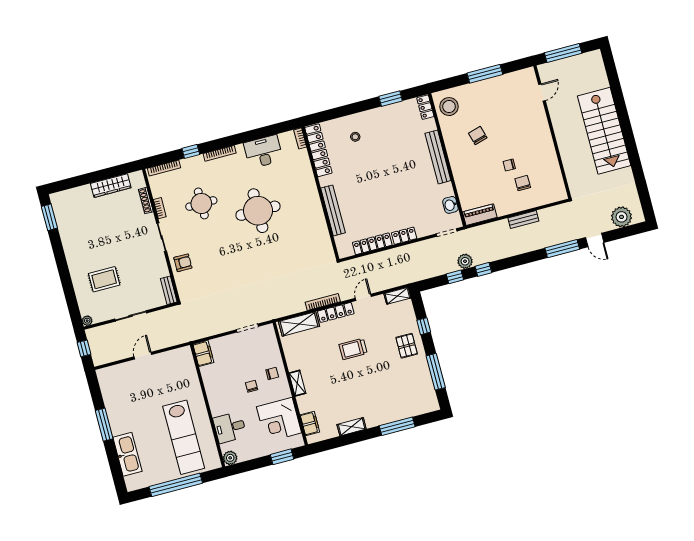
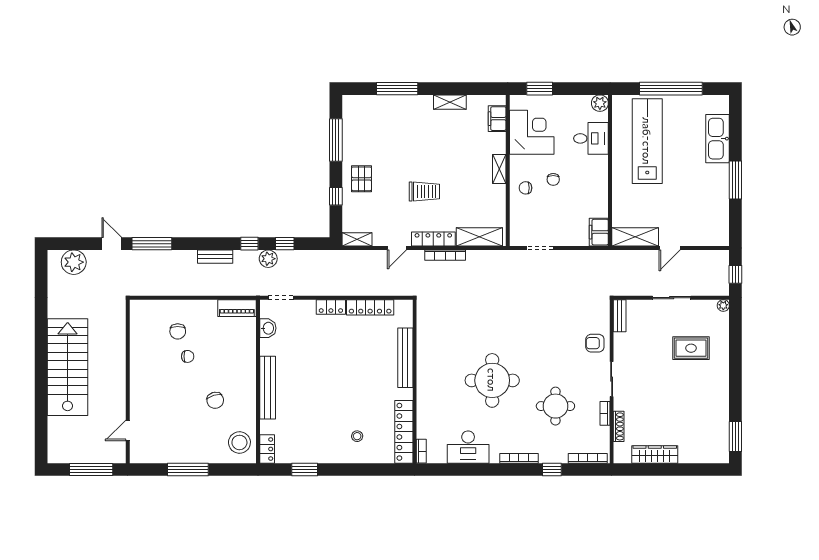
bench: (523, 220) -> (215, 257), moved
shelving: (173, 357) -> (635, 237), added

